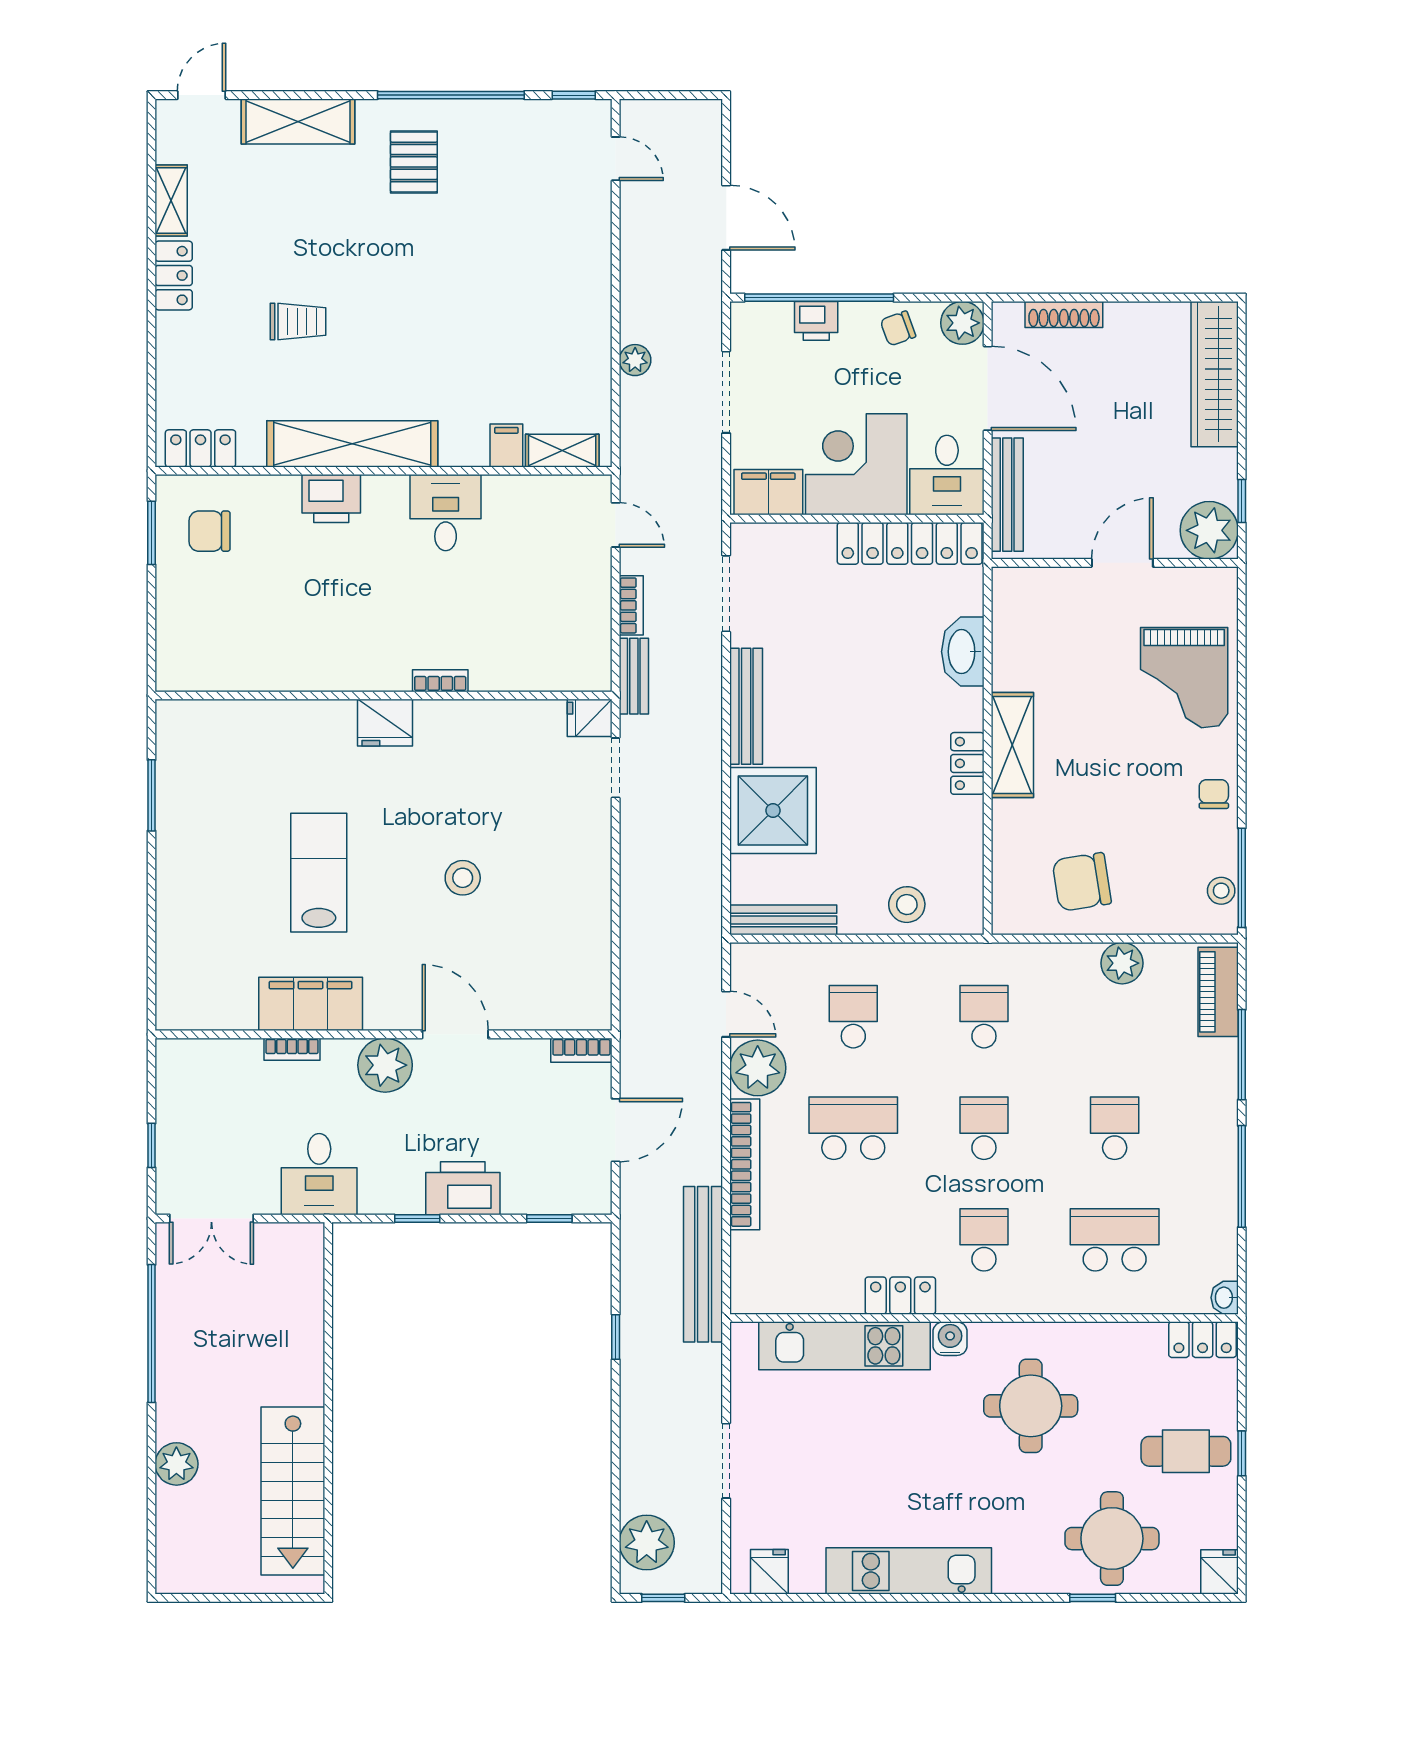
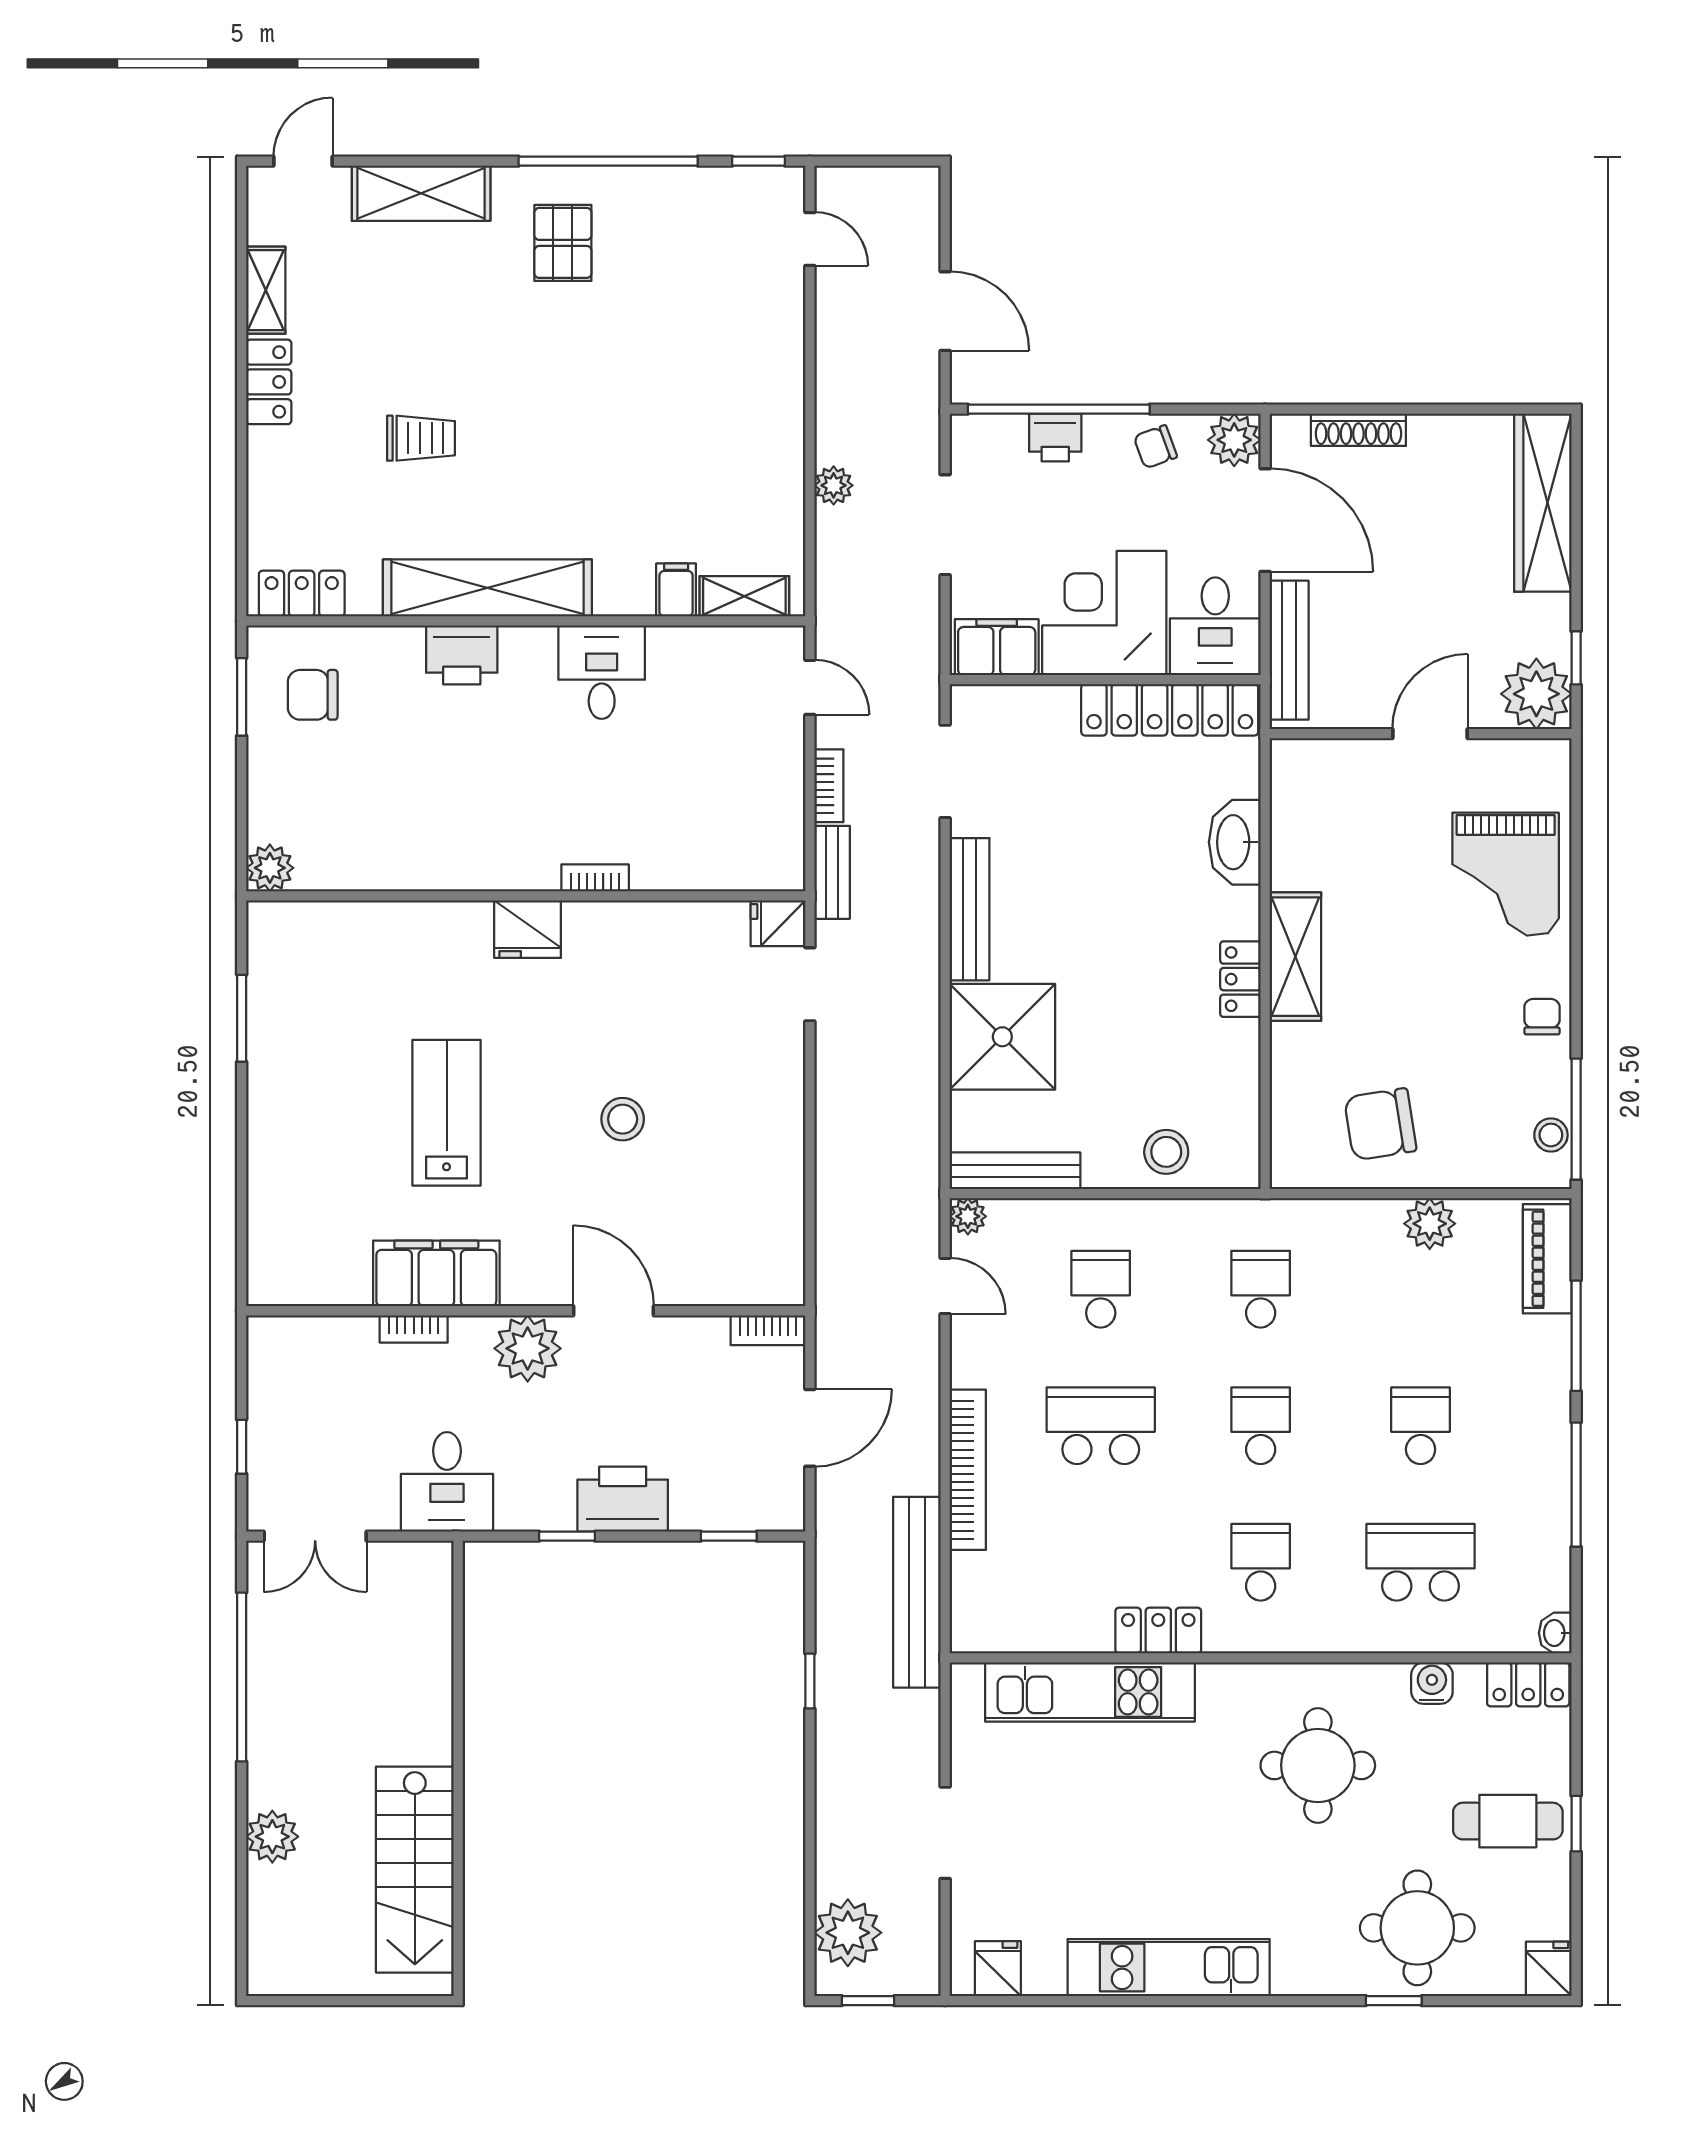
plant: (174, 673) -> (270, 868), added
plant: (758, 1068) -> (968, 1216), moved, width x0.53, depth x0.53
water cooler: (950, 1339) -> (1432, 1683), moved

